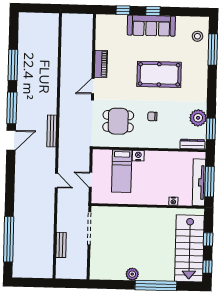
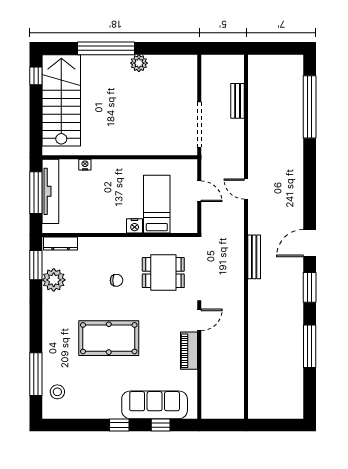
sofa: (151, 26) -> (155, 405), moved
window: (12, 108) -> (310, 287), width x0.69
window: (208, 239) -> (36, 113), removed

